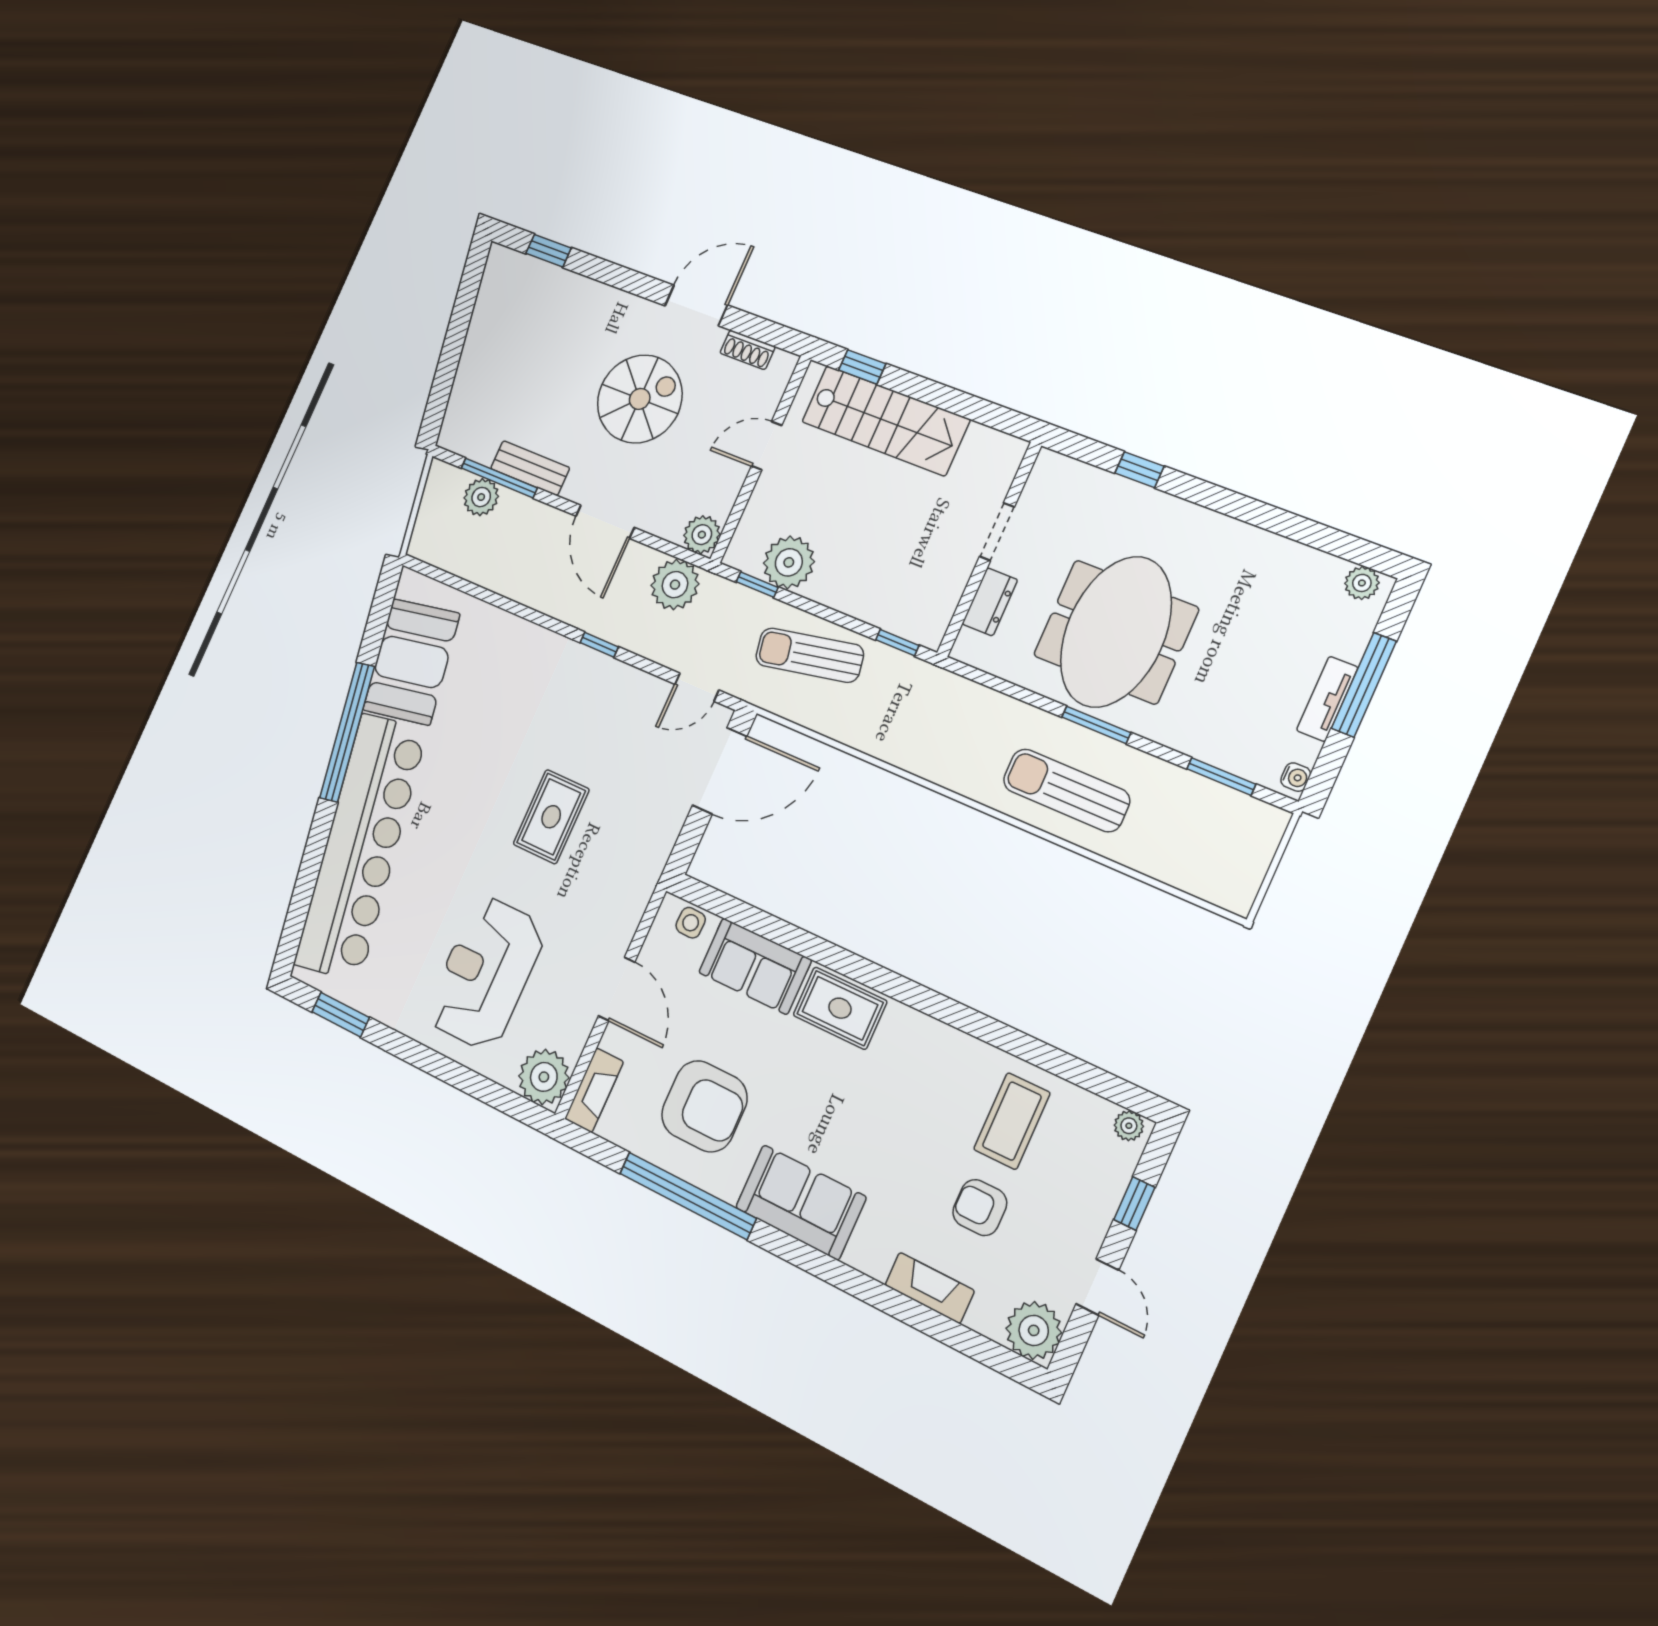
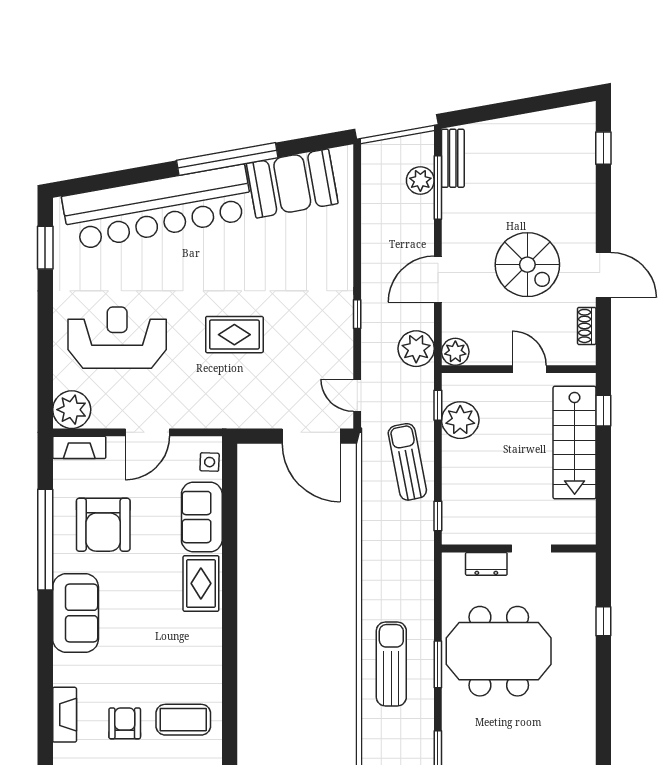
bench: (530, 468) -> (453, 158), moved

